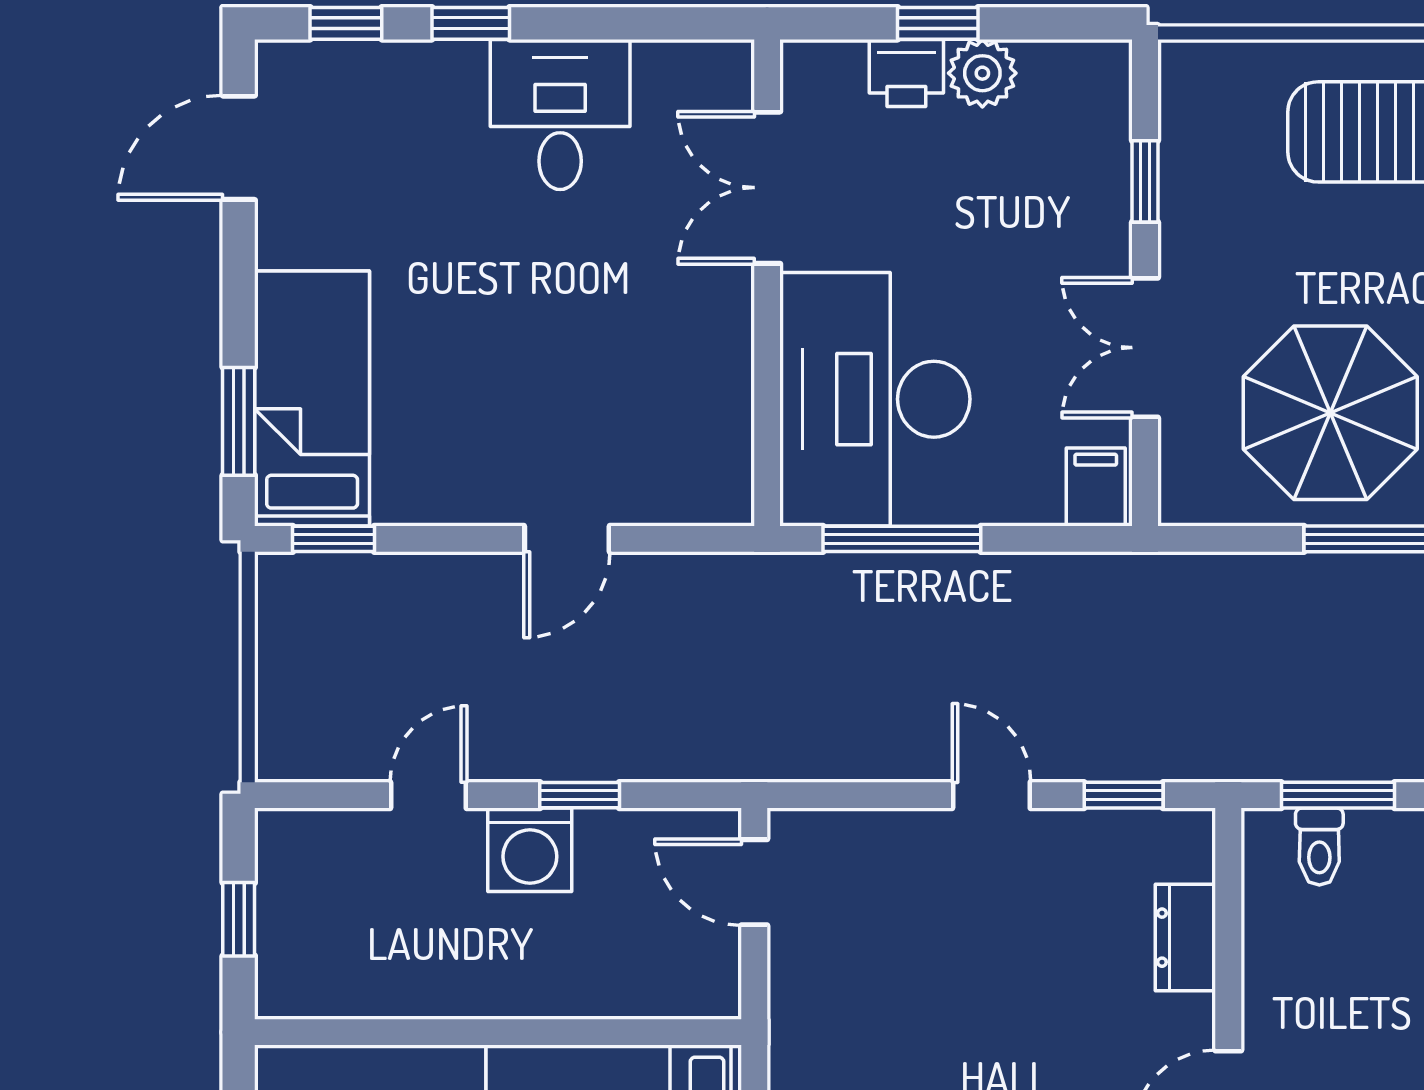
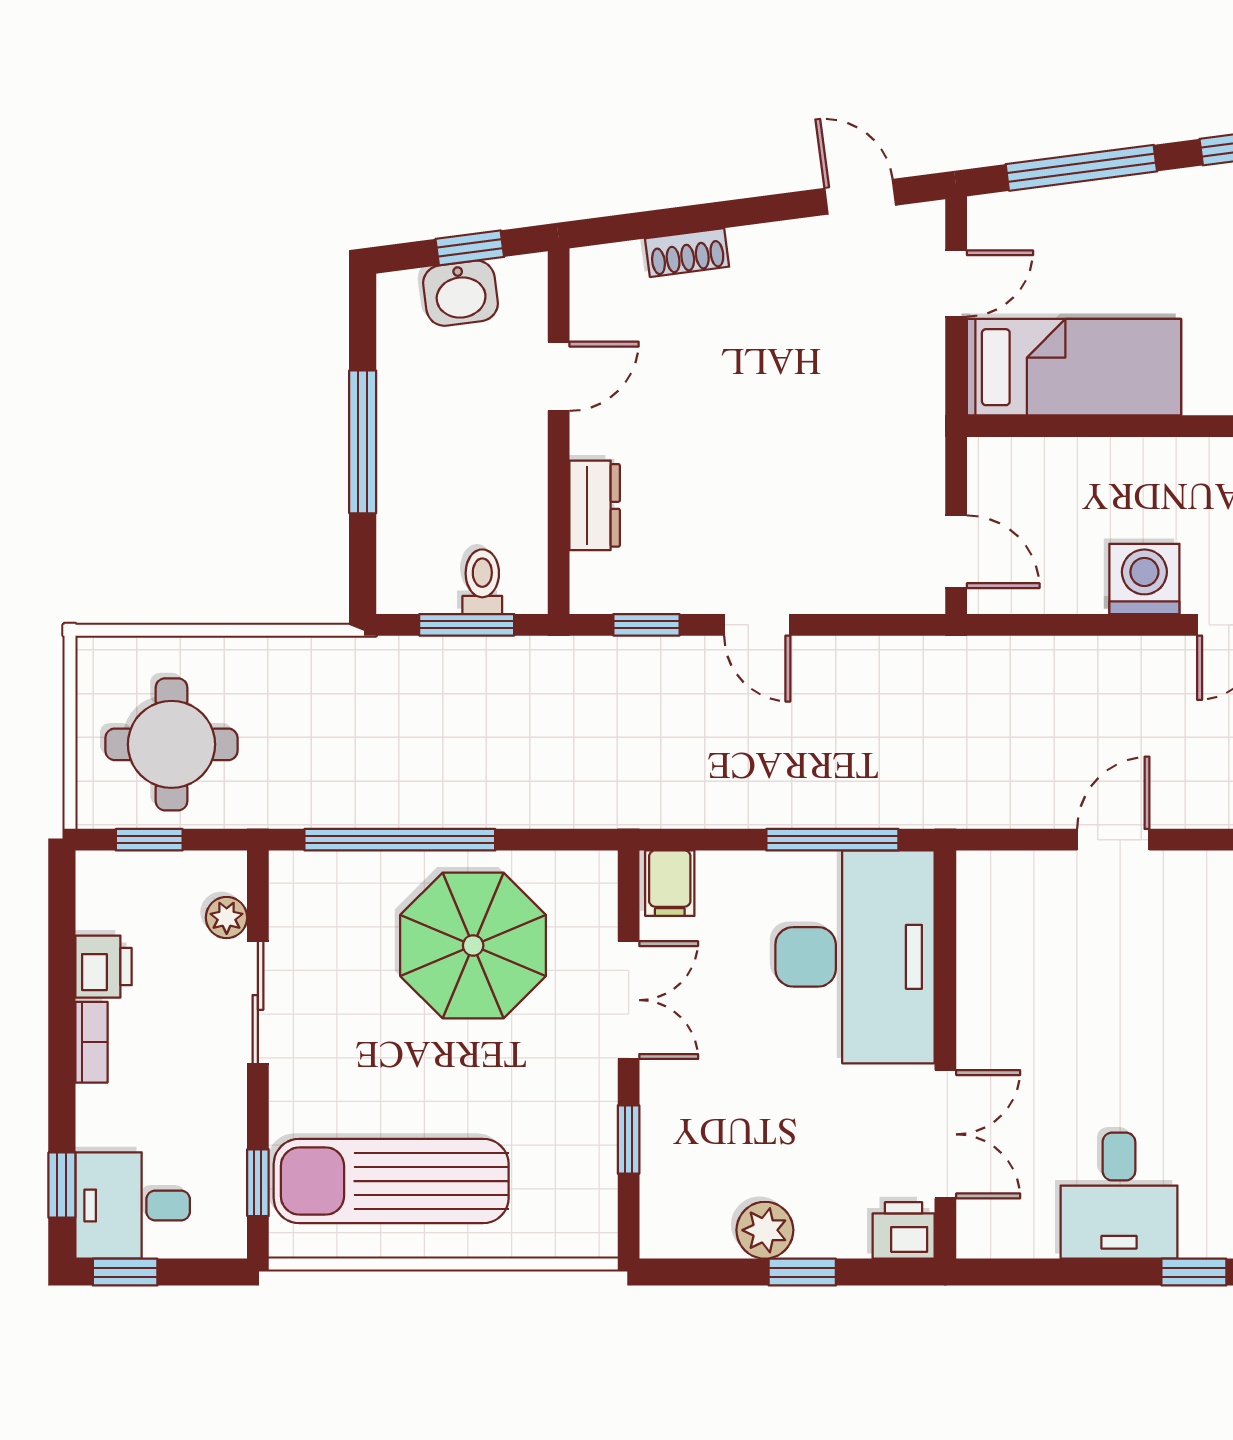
printer: (906, 73) -> (904, 1230), moved
window: (580, 795) -> (1103, 625), removed

